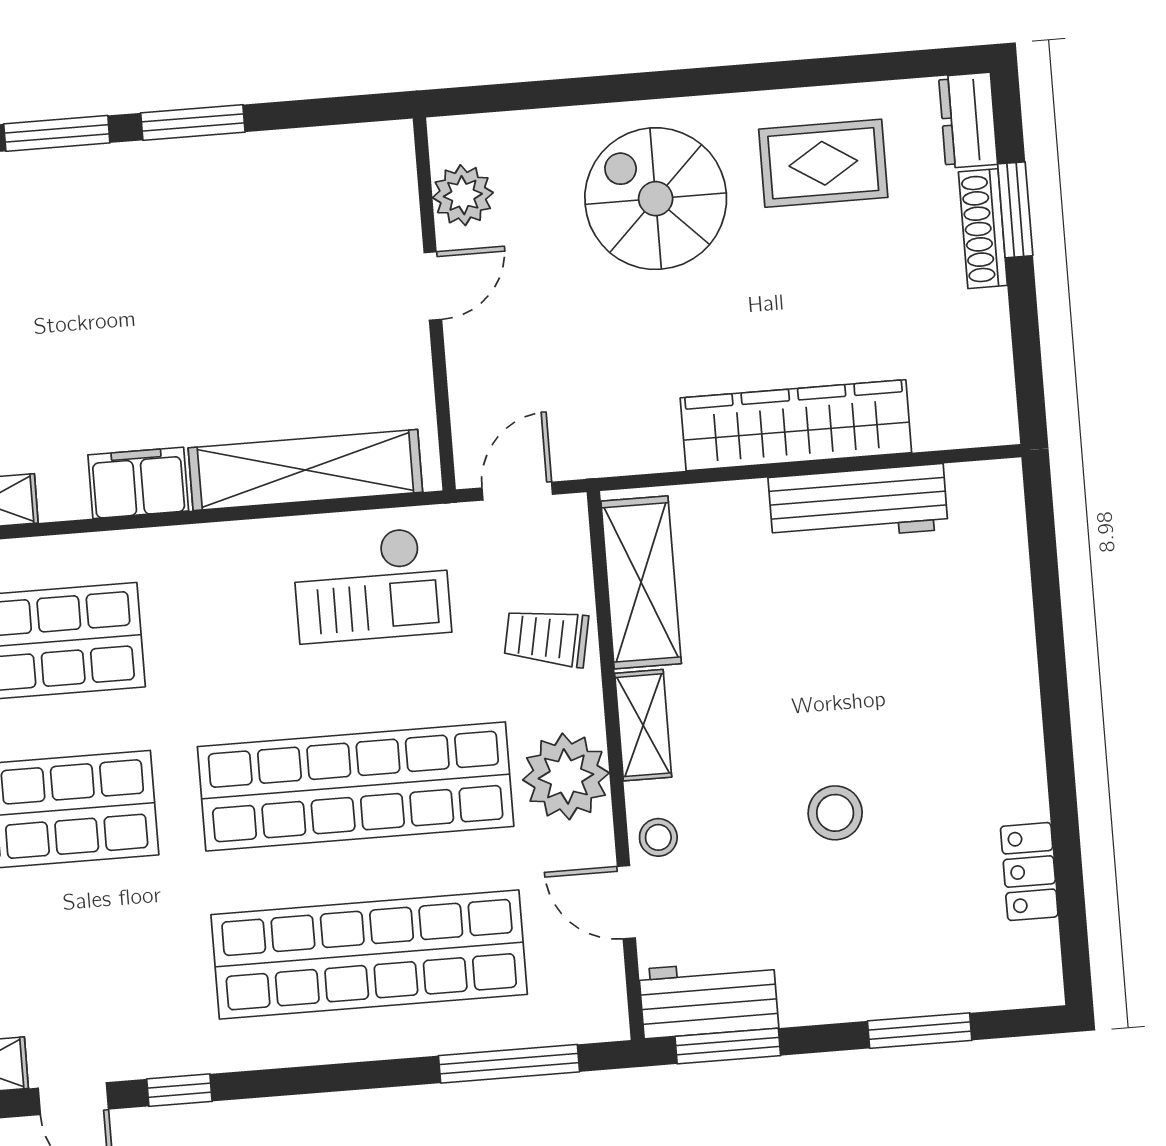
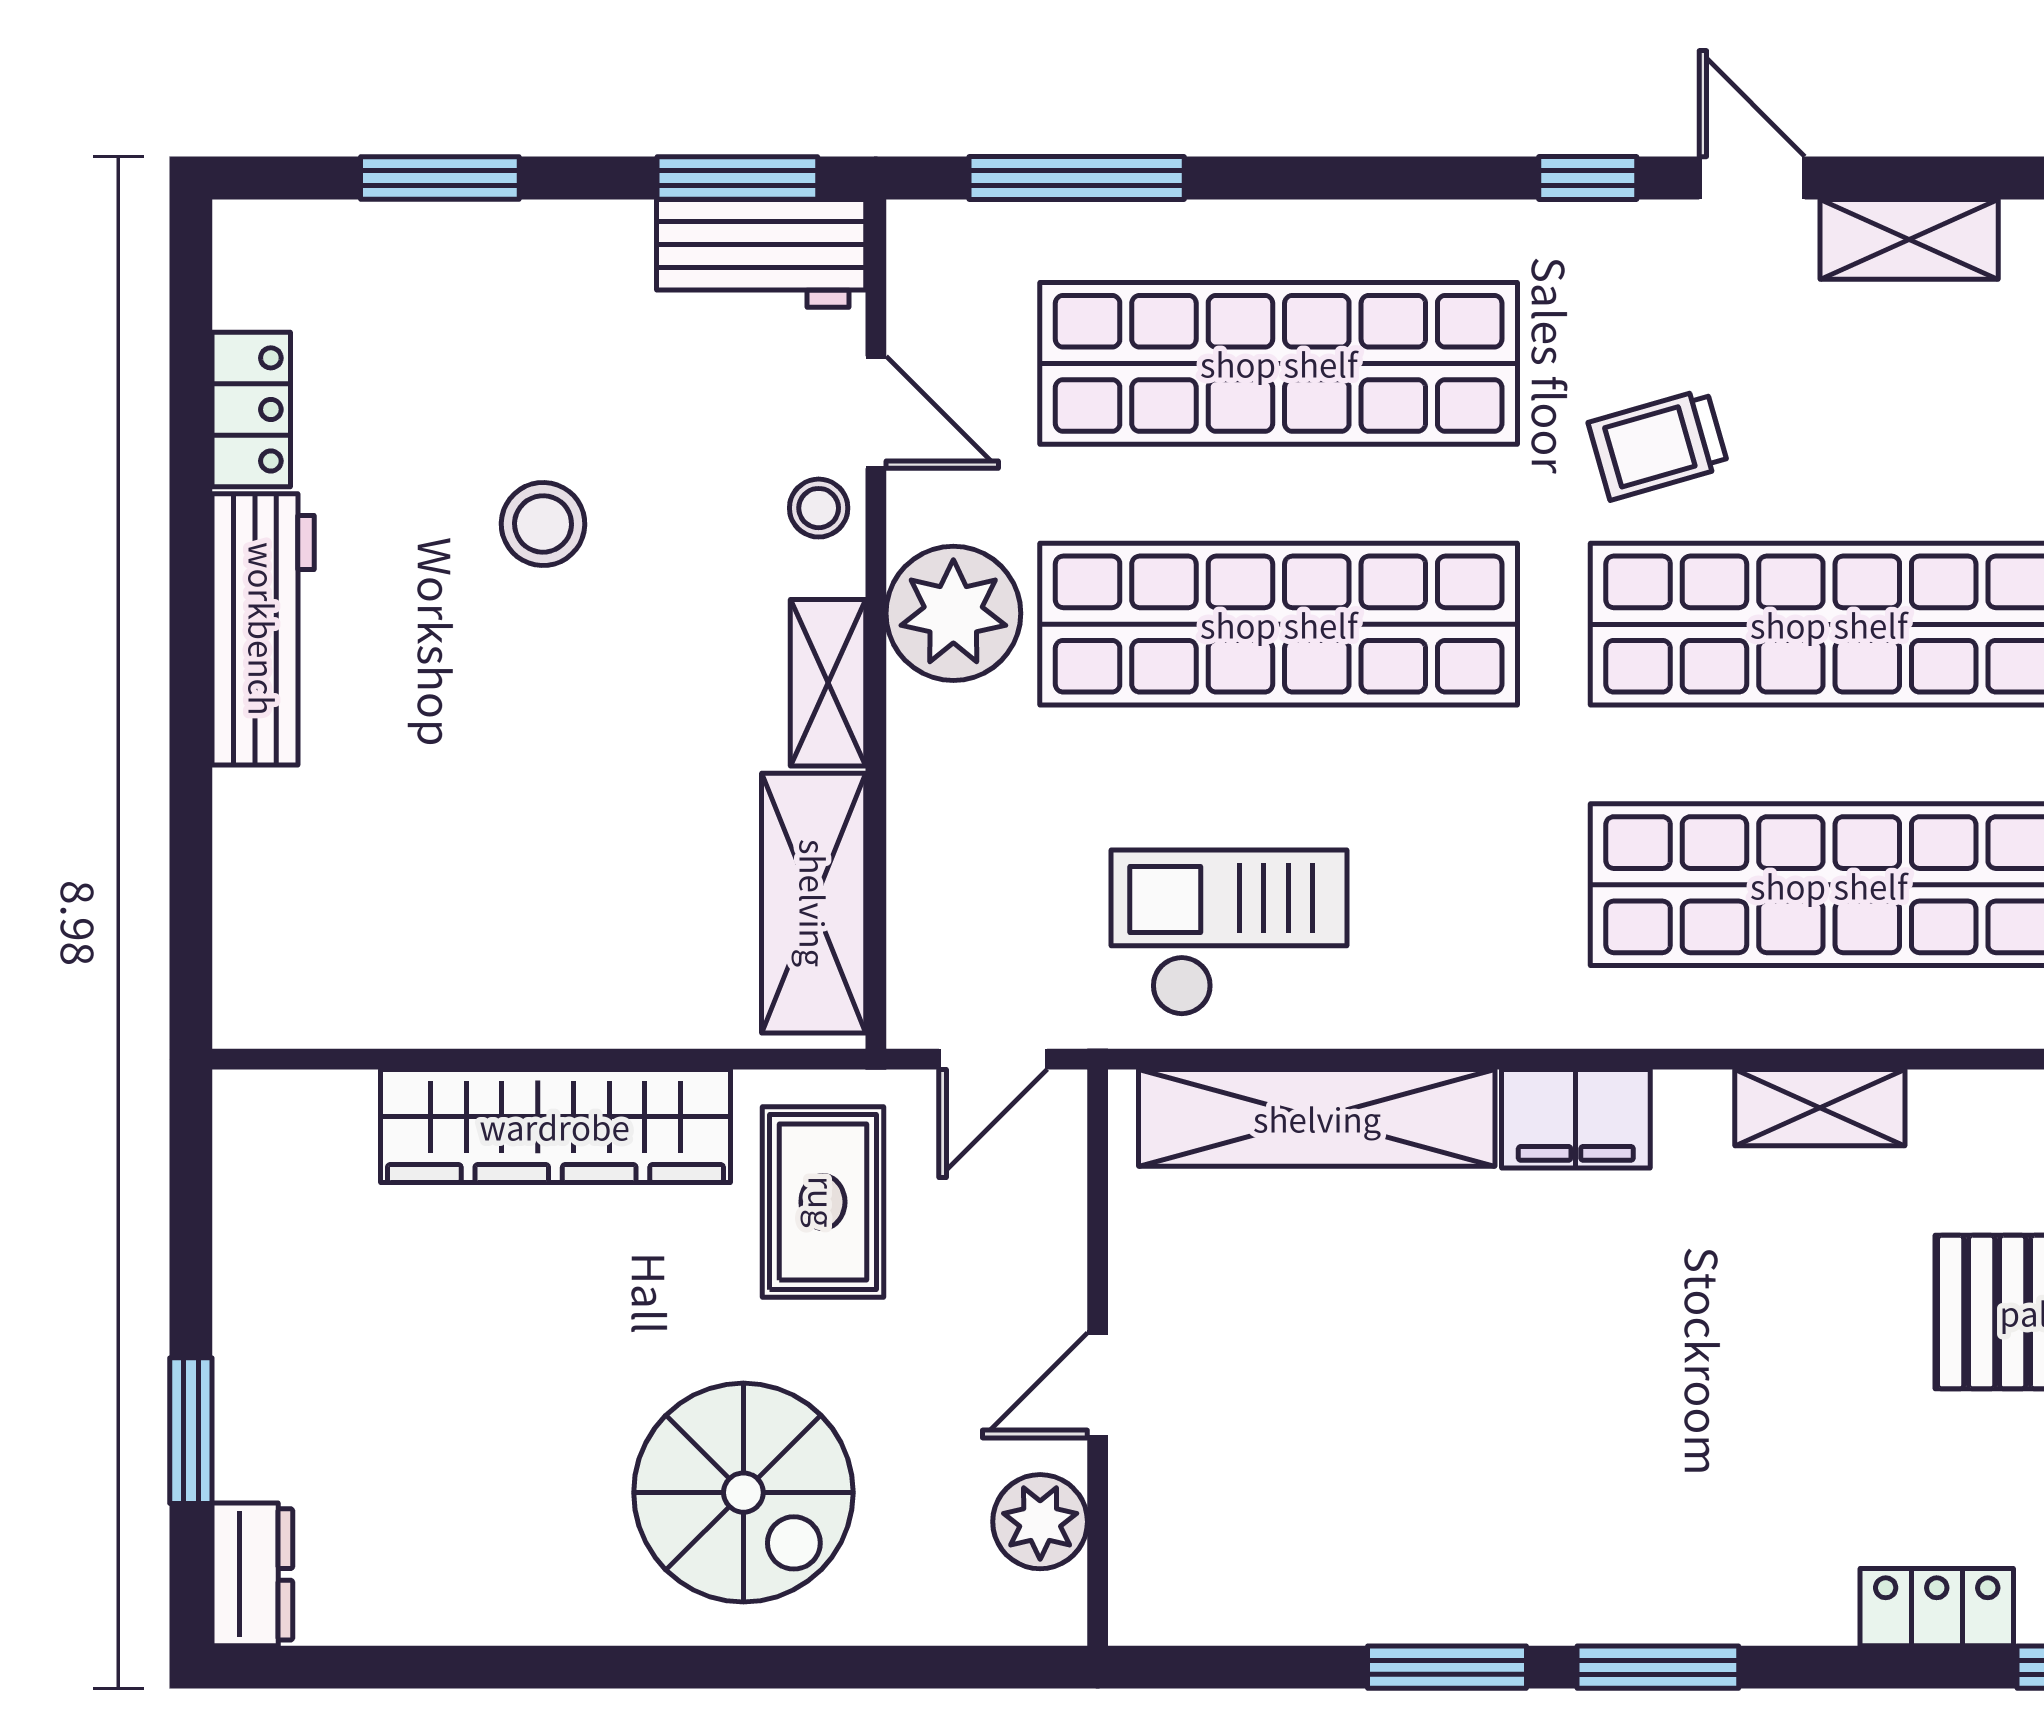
rug: (823, 163) -> (823, 1202), moved, turned 90
shoe rack: (983, 229) -> (243, 1406), removed
workbench: (858, 503) -> (263, 629), moved, turned 90
trolley: (546, 638) -> (1658, 445), moved, turned 153

